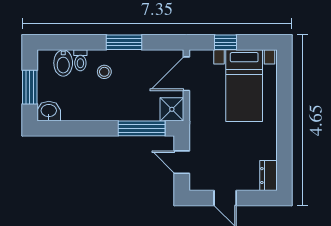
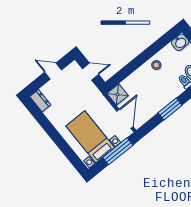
window: (226, 42) -> (118, 151), width x2.17
stool: (104, 72) -> (156, 65), moved
window: (142, 128) -> (125, 72), removed

